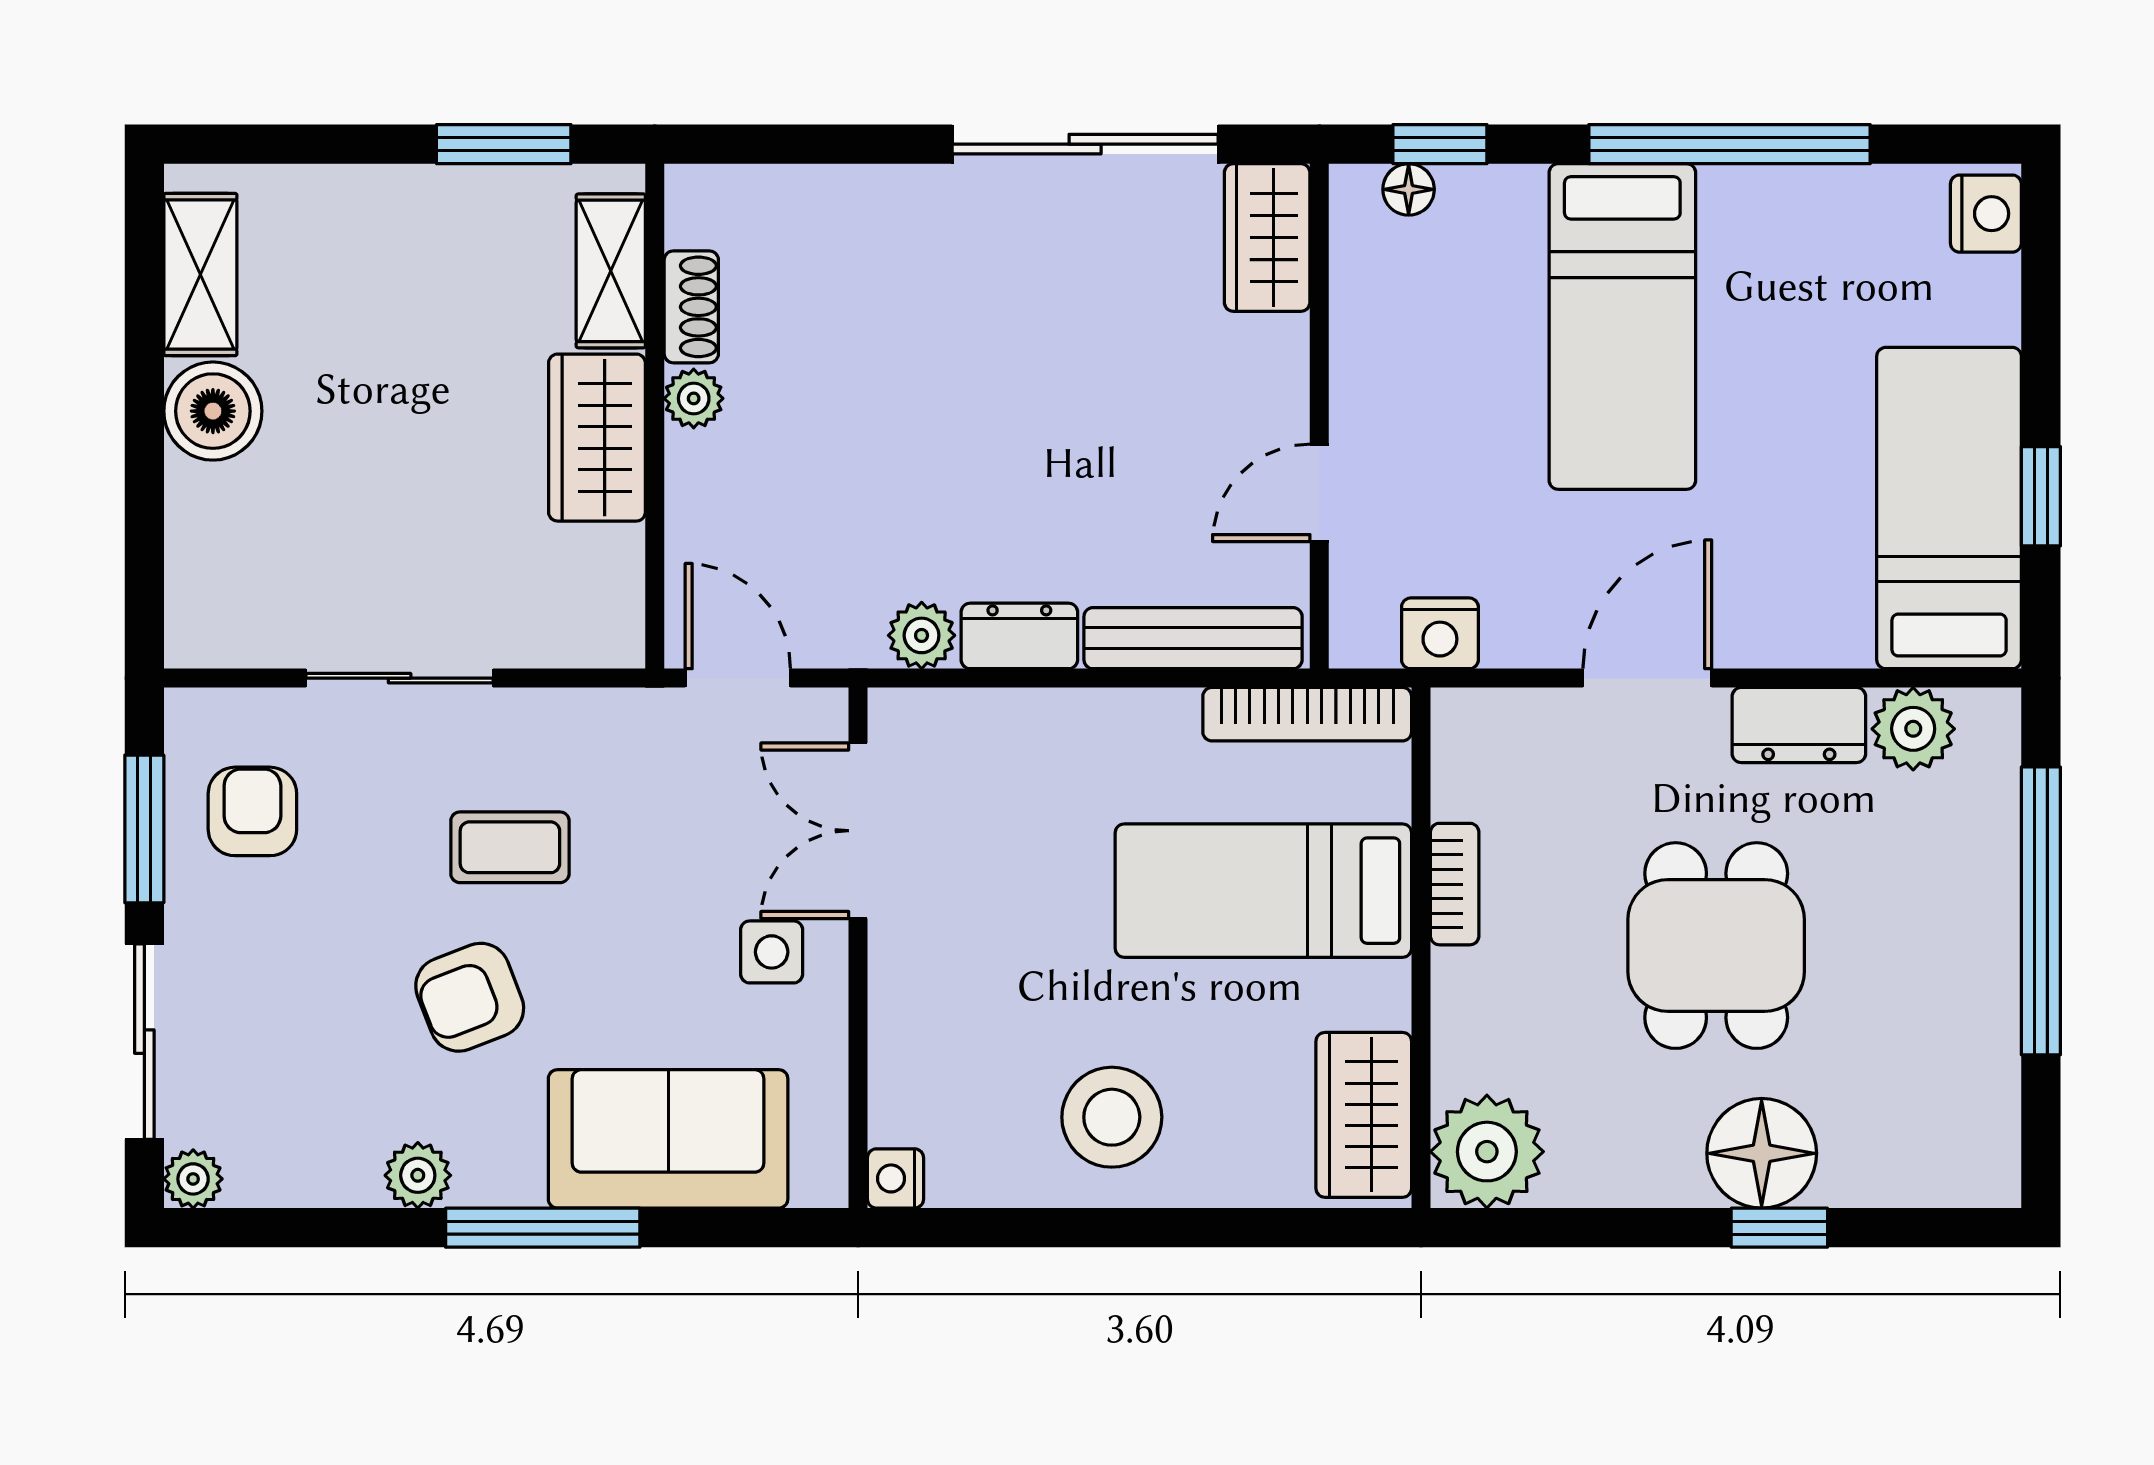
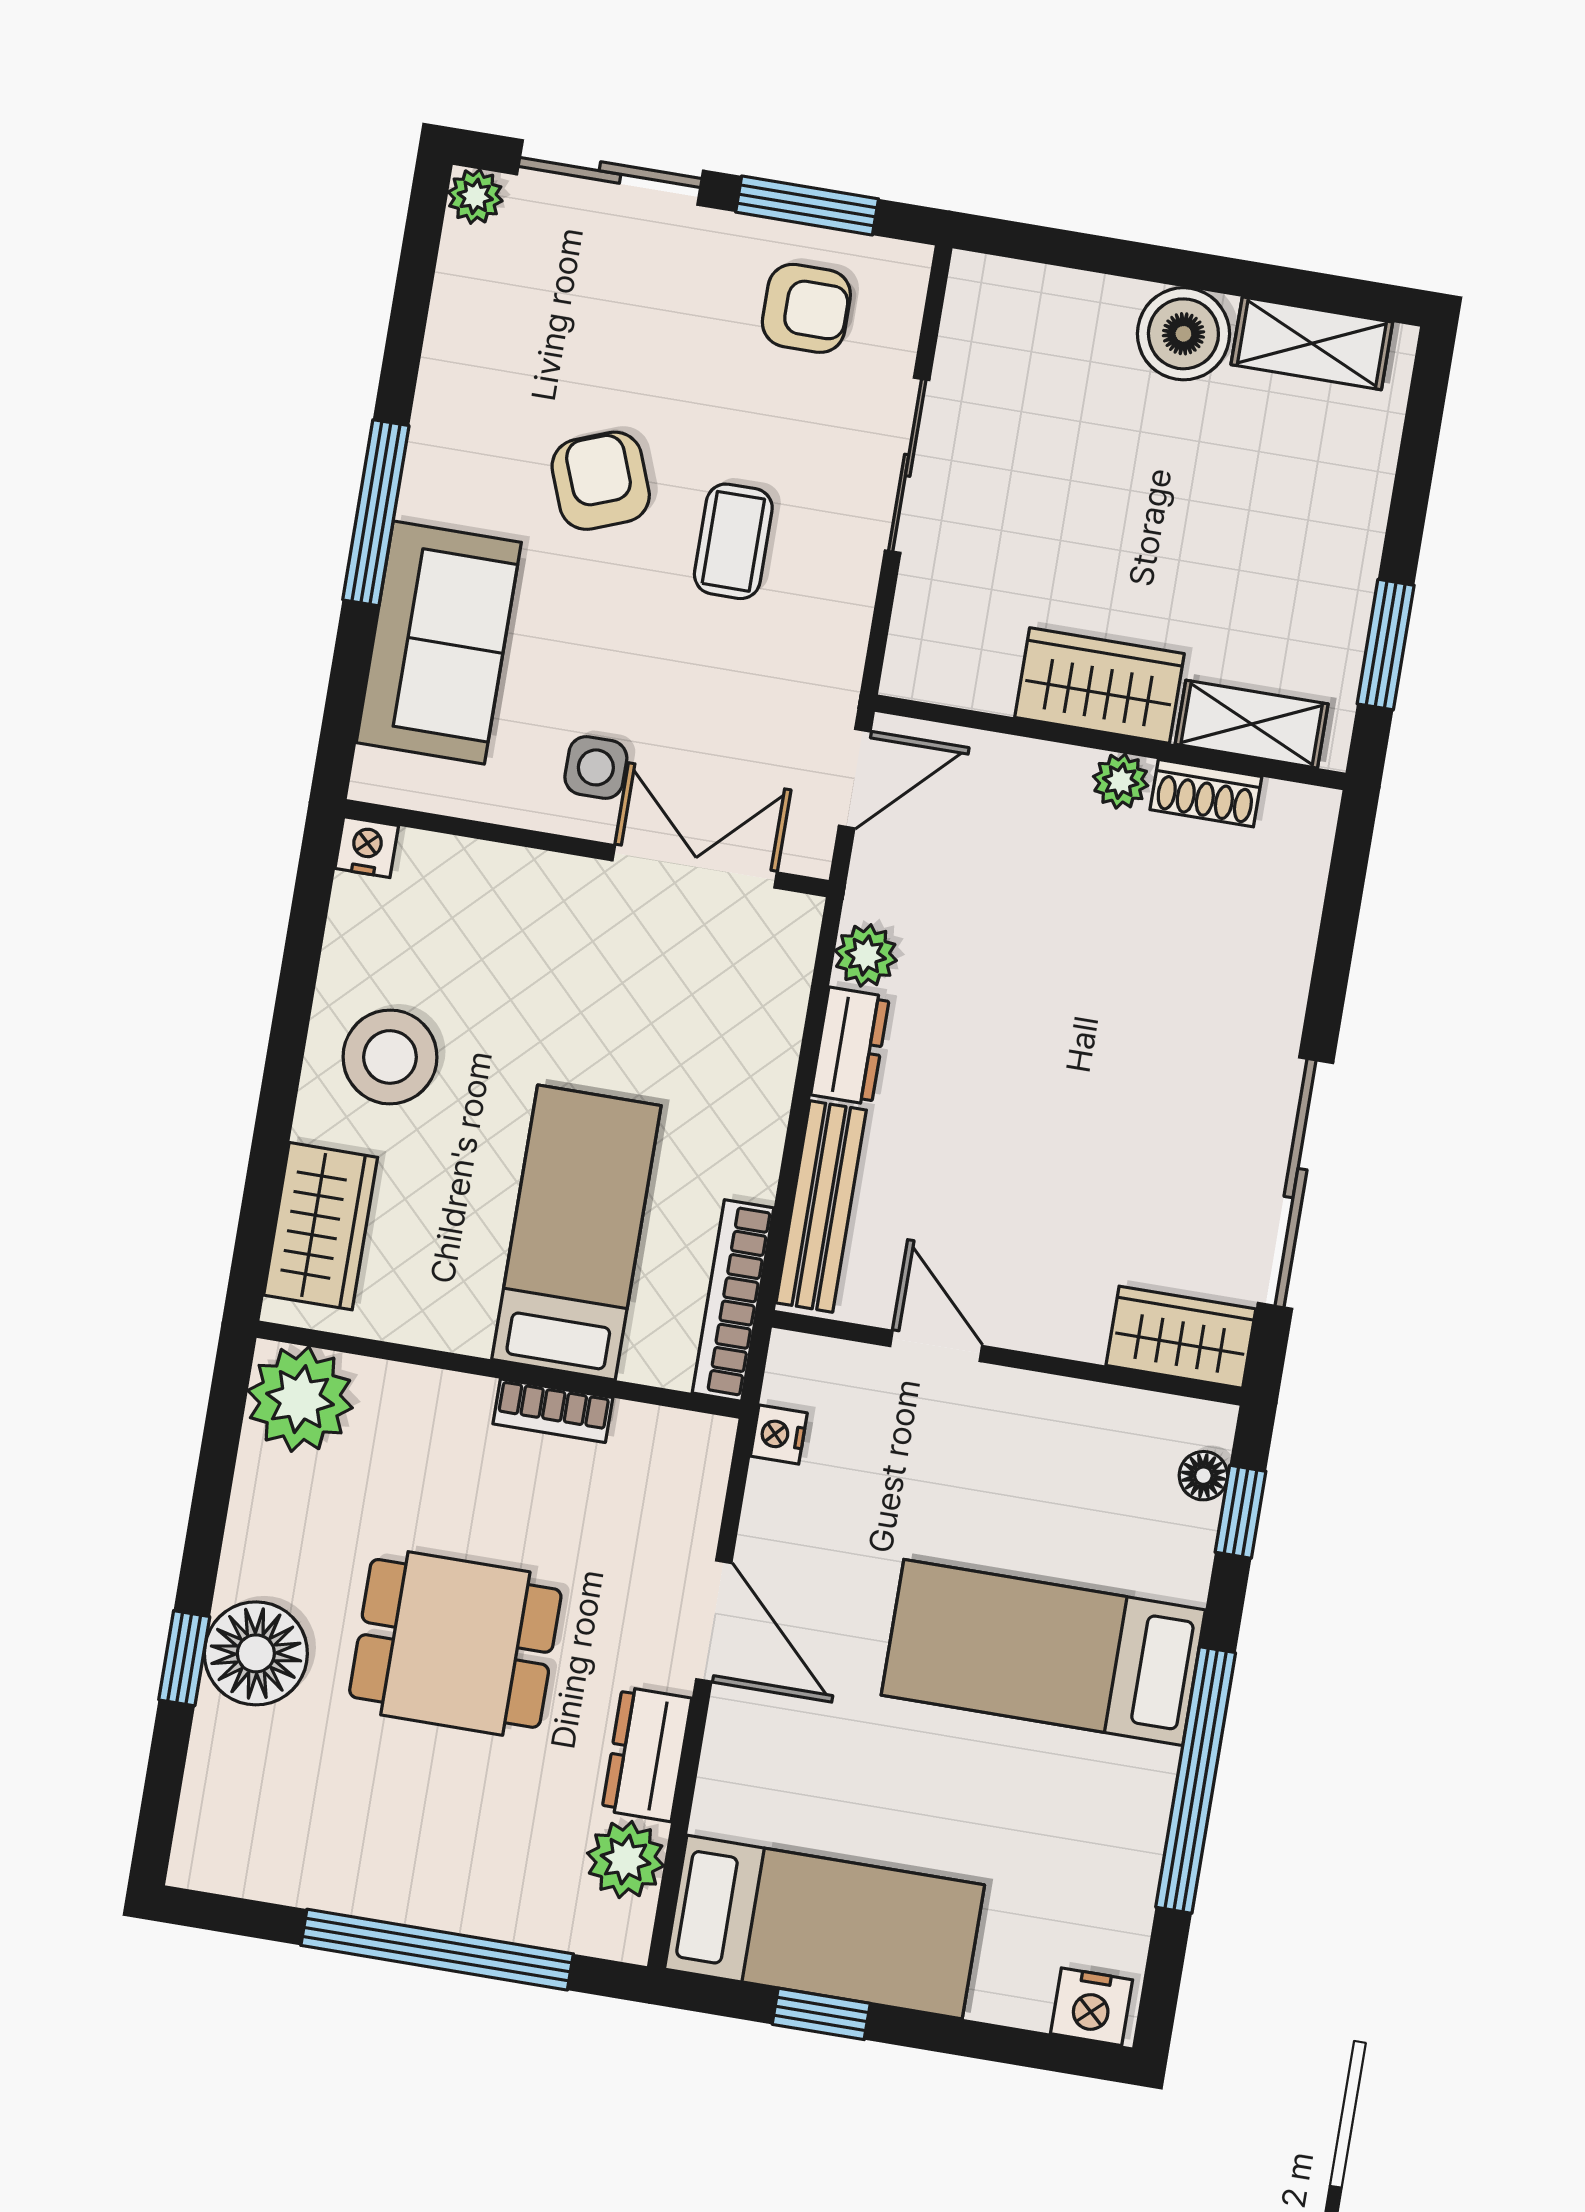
nightstand: (1440, 633) -> (779, 1435), width x0.72, depth x0.74
wardrobe: (1364, 1115) -> (321, 1226), moved, turned 90
plant: (418, 1175) -> (444, 405), removed

